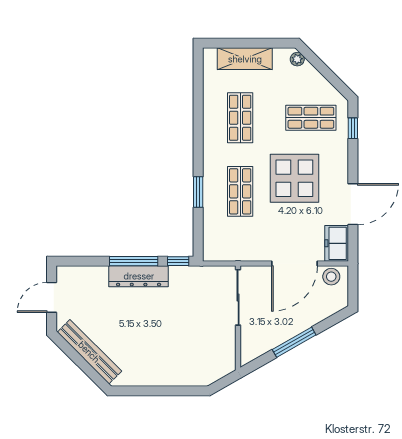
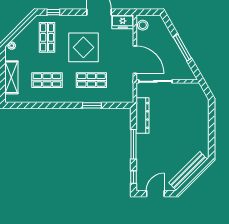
window: (178, 261) -> (133, 177), moved
door: (295, 264) -> (135, 60), moved
dresser: (139, 276) -> (143, 115), moved
door: (52, 297) -> (155, 194), swing flipped

